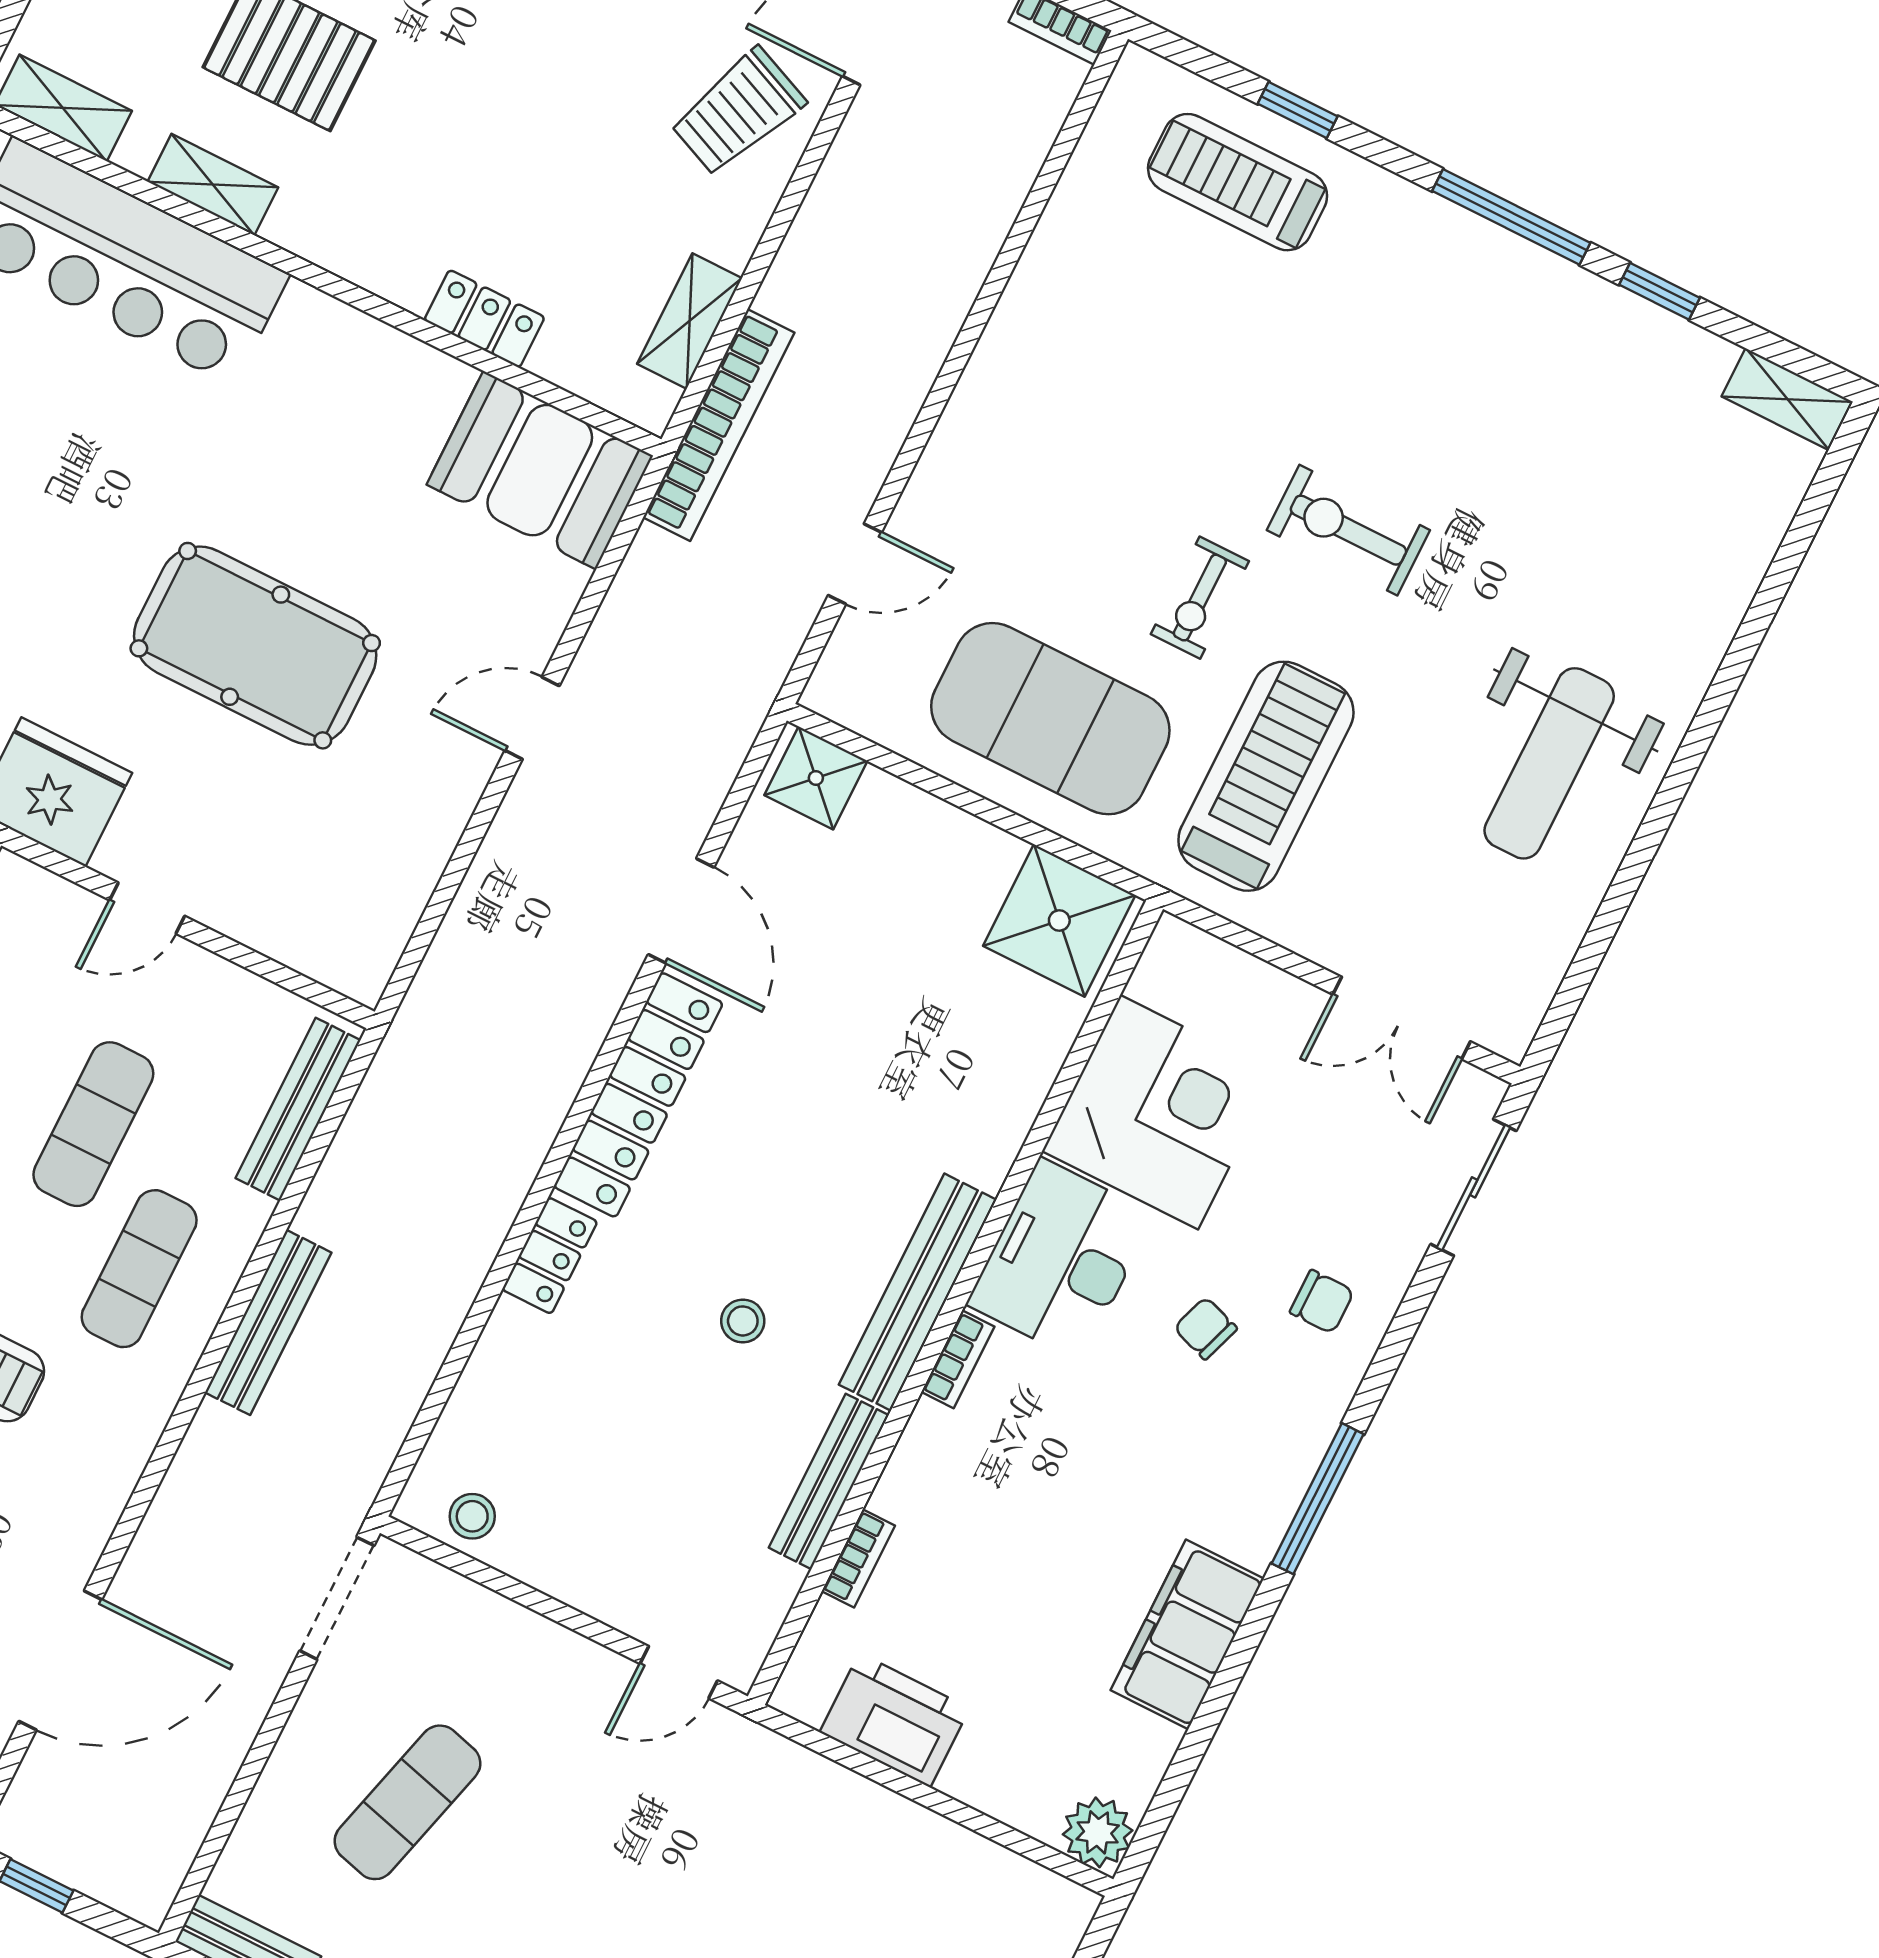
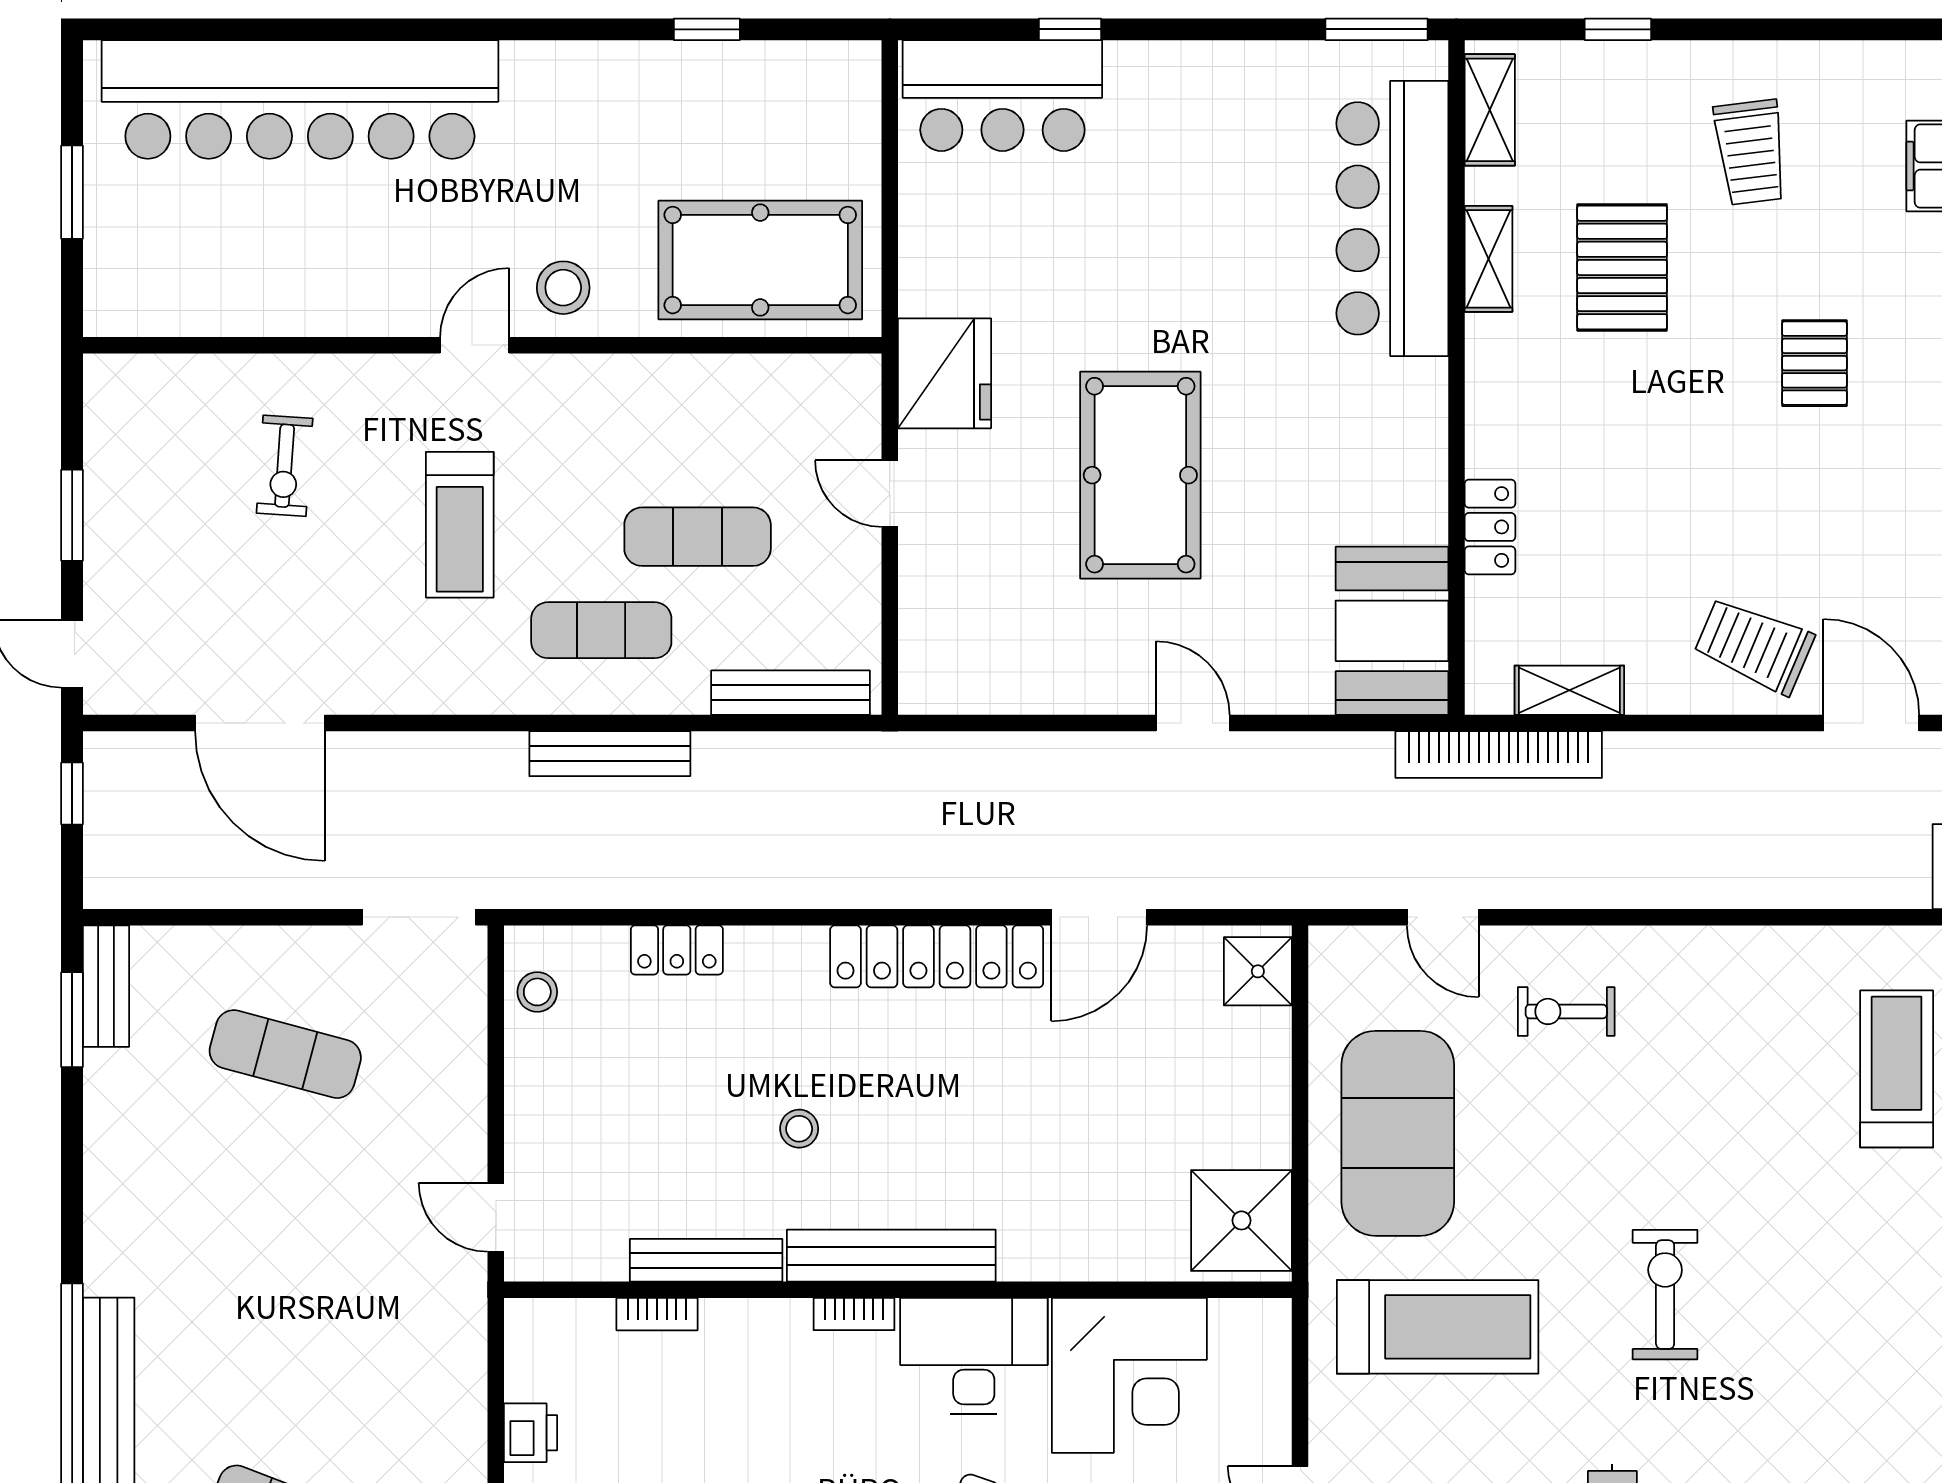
exercise bike: (1200, 598) -> (1566, 1011), moved
locker: (550, 1256) -> (677, 950), moved
printer: (895, 1720) -> (531, 1433), width x0.53, depth x0.68

